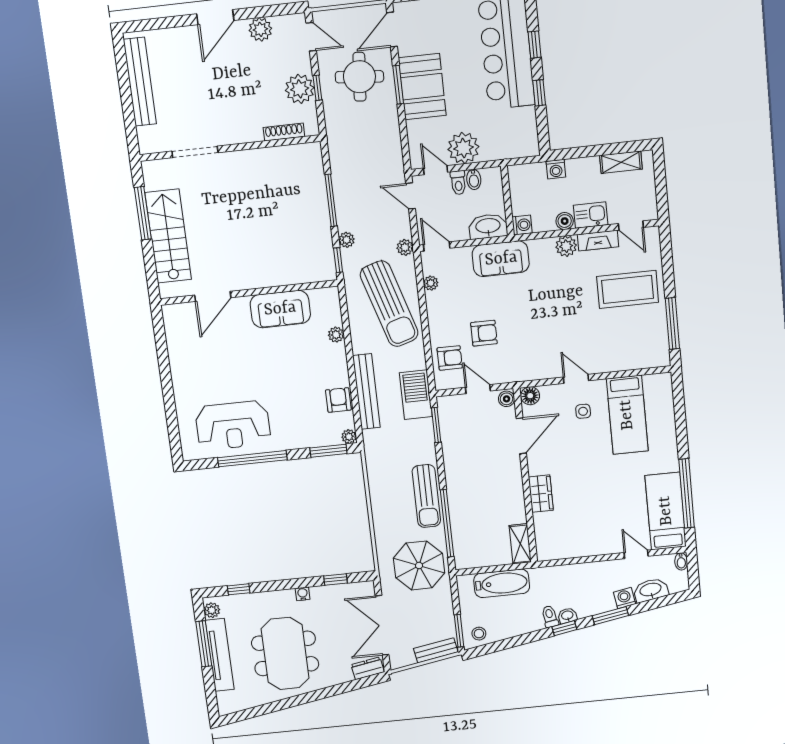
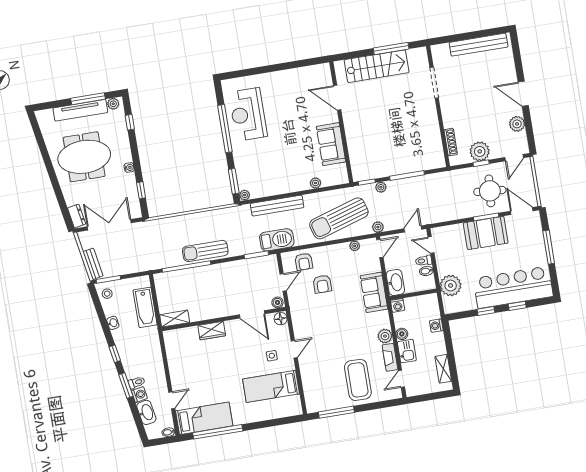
plant: (463, 148) -> (451, 286), moved
door: (436, 170) -> (431, 245), swing flipped
armchair: (338, 400) -> (270, 187), removed
parasol: (419, 565) -> (155, 249), removed
toilet: (550, 616) -> (137, 382), moved
washbasin: (567, 616) -> (113, 323), moved

